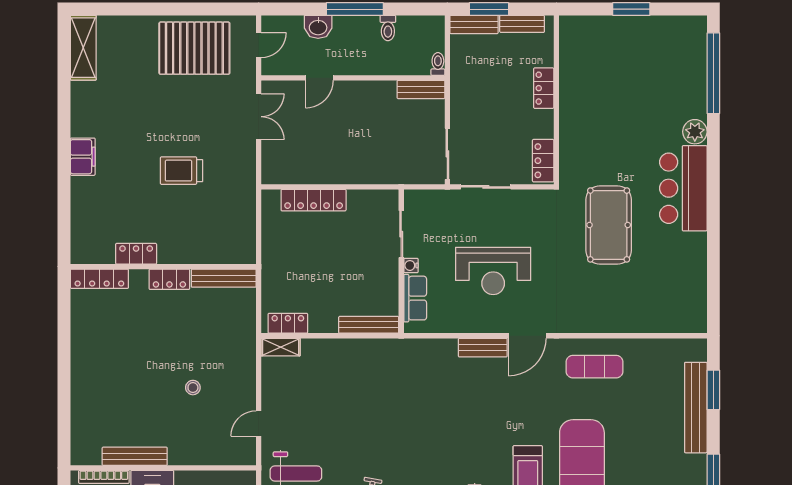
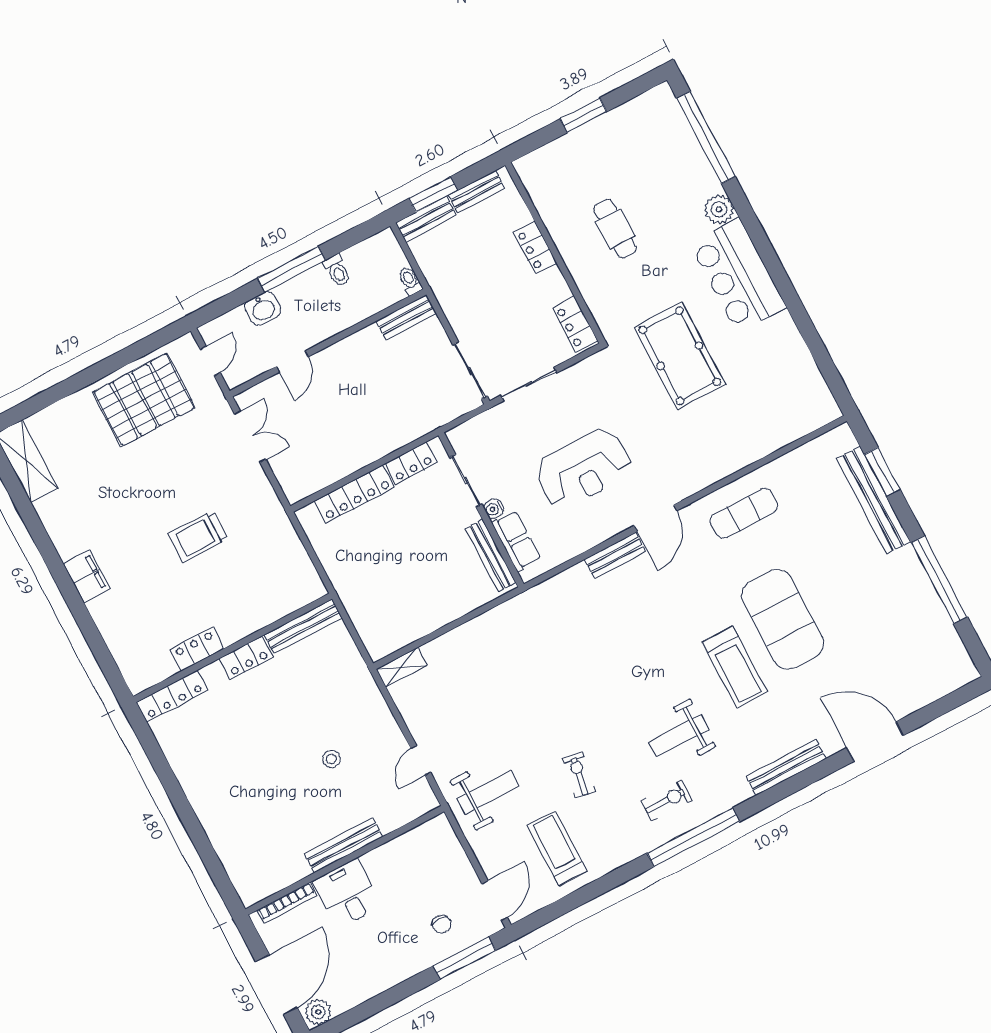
cafe table: (610, 105) -> (615, 229), added
locker: (288, 323) -> (411, 463), moved, turned 180
bench: (369, 325) -> (491, 556), moved, turned 90
bench: (135, 456) -> (344, 845), moved

